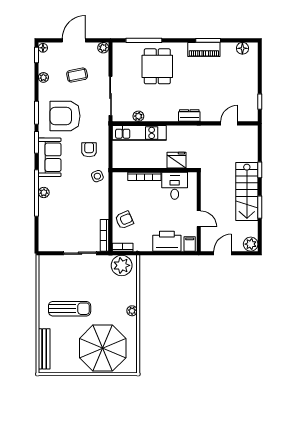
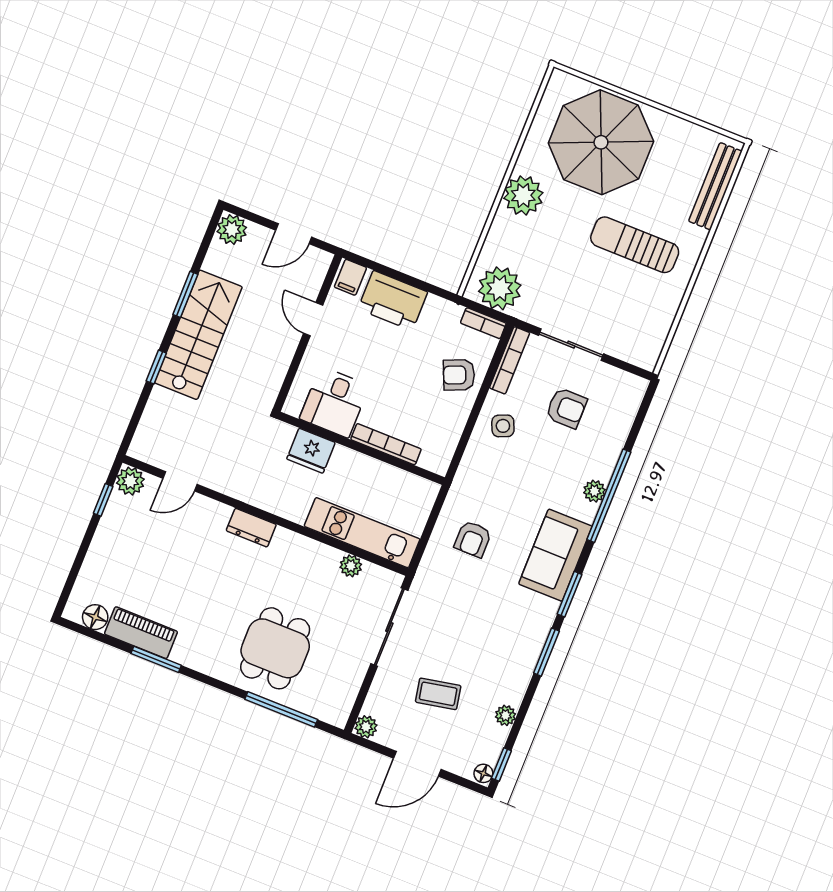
piano: (204, 49) -> (141, 633), moved
plant: (251, 115) -> (130, 481), added
armchair: (65, 116) -> (566, 408), moved, width x0.53, depth x0.53
side table: (97, 176) -> (503, 426), moved
plant: (132, 311) -> (523, 195), width x1.88, depth x1.88

